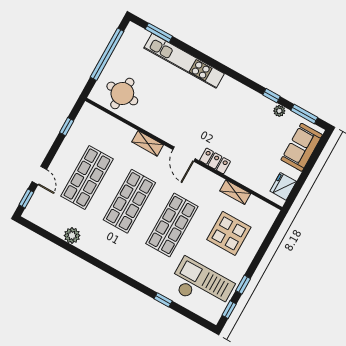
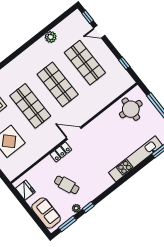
cafe table: (254, 136) -> (67, 185), added
shelving: (148, 143) -> (91, 112), removed
shelving: (235, 192) -> (35, 157), removed

